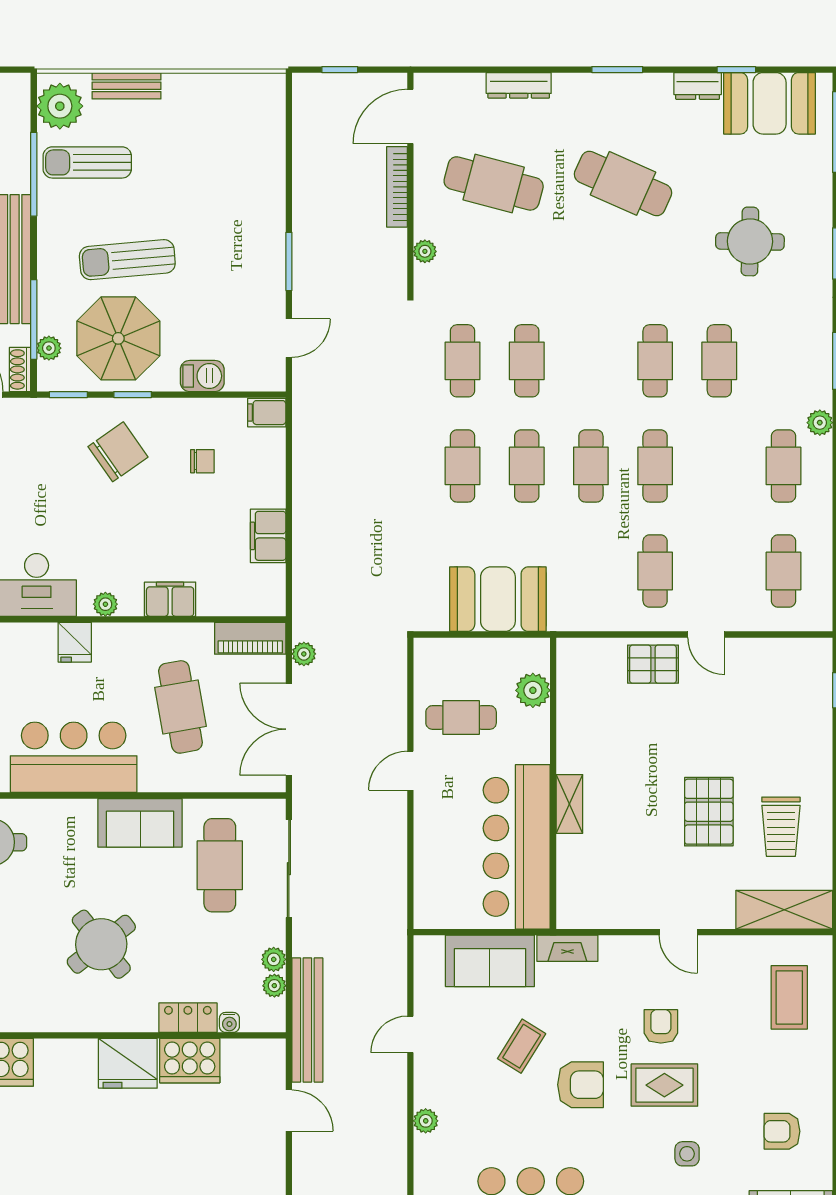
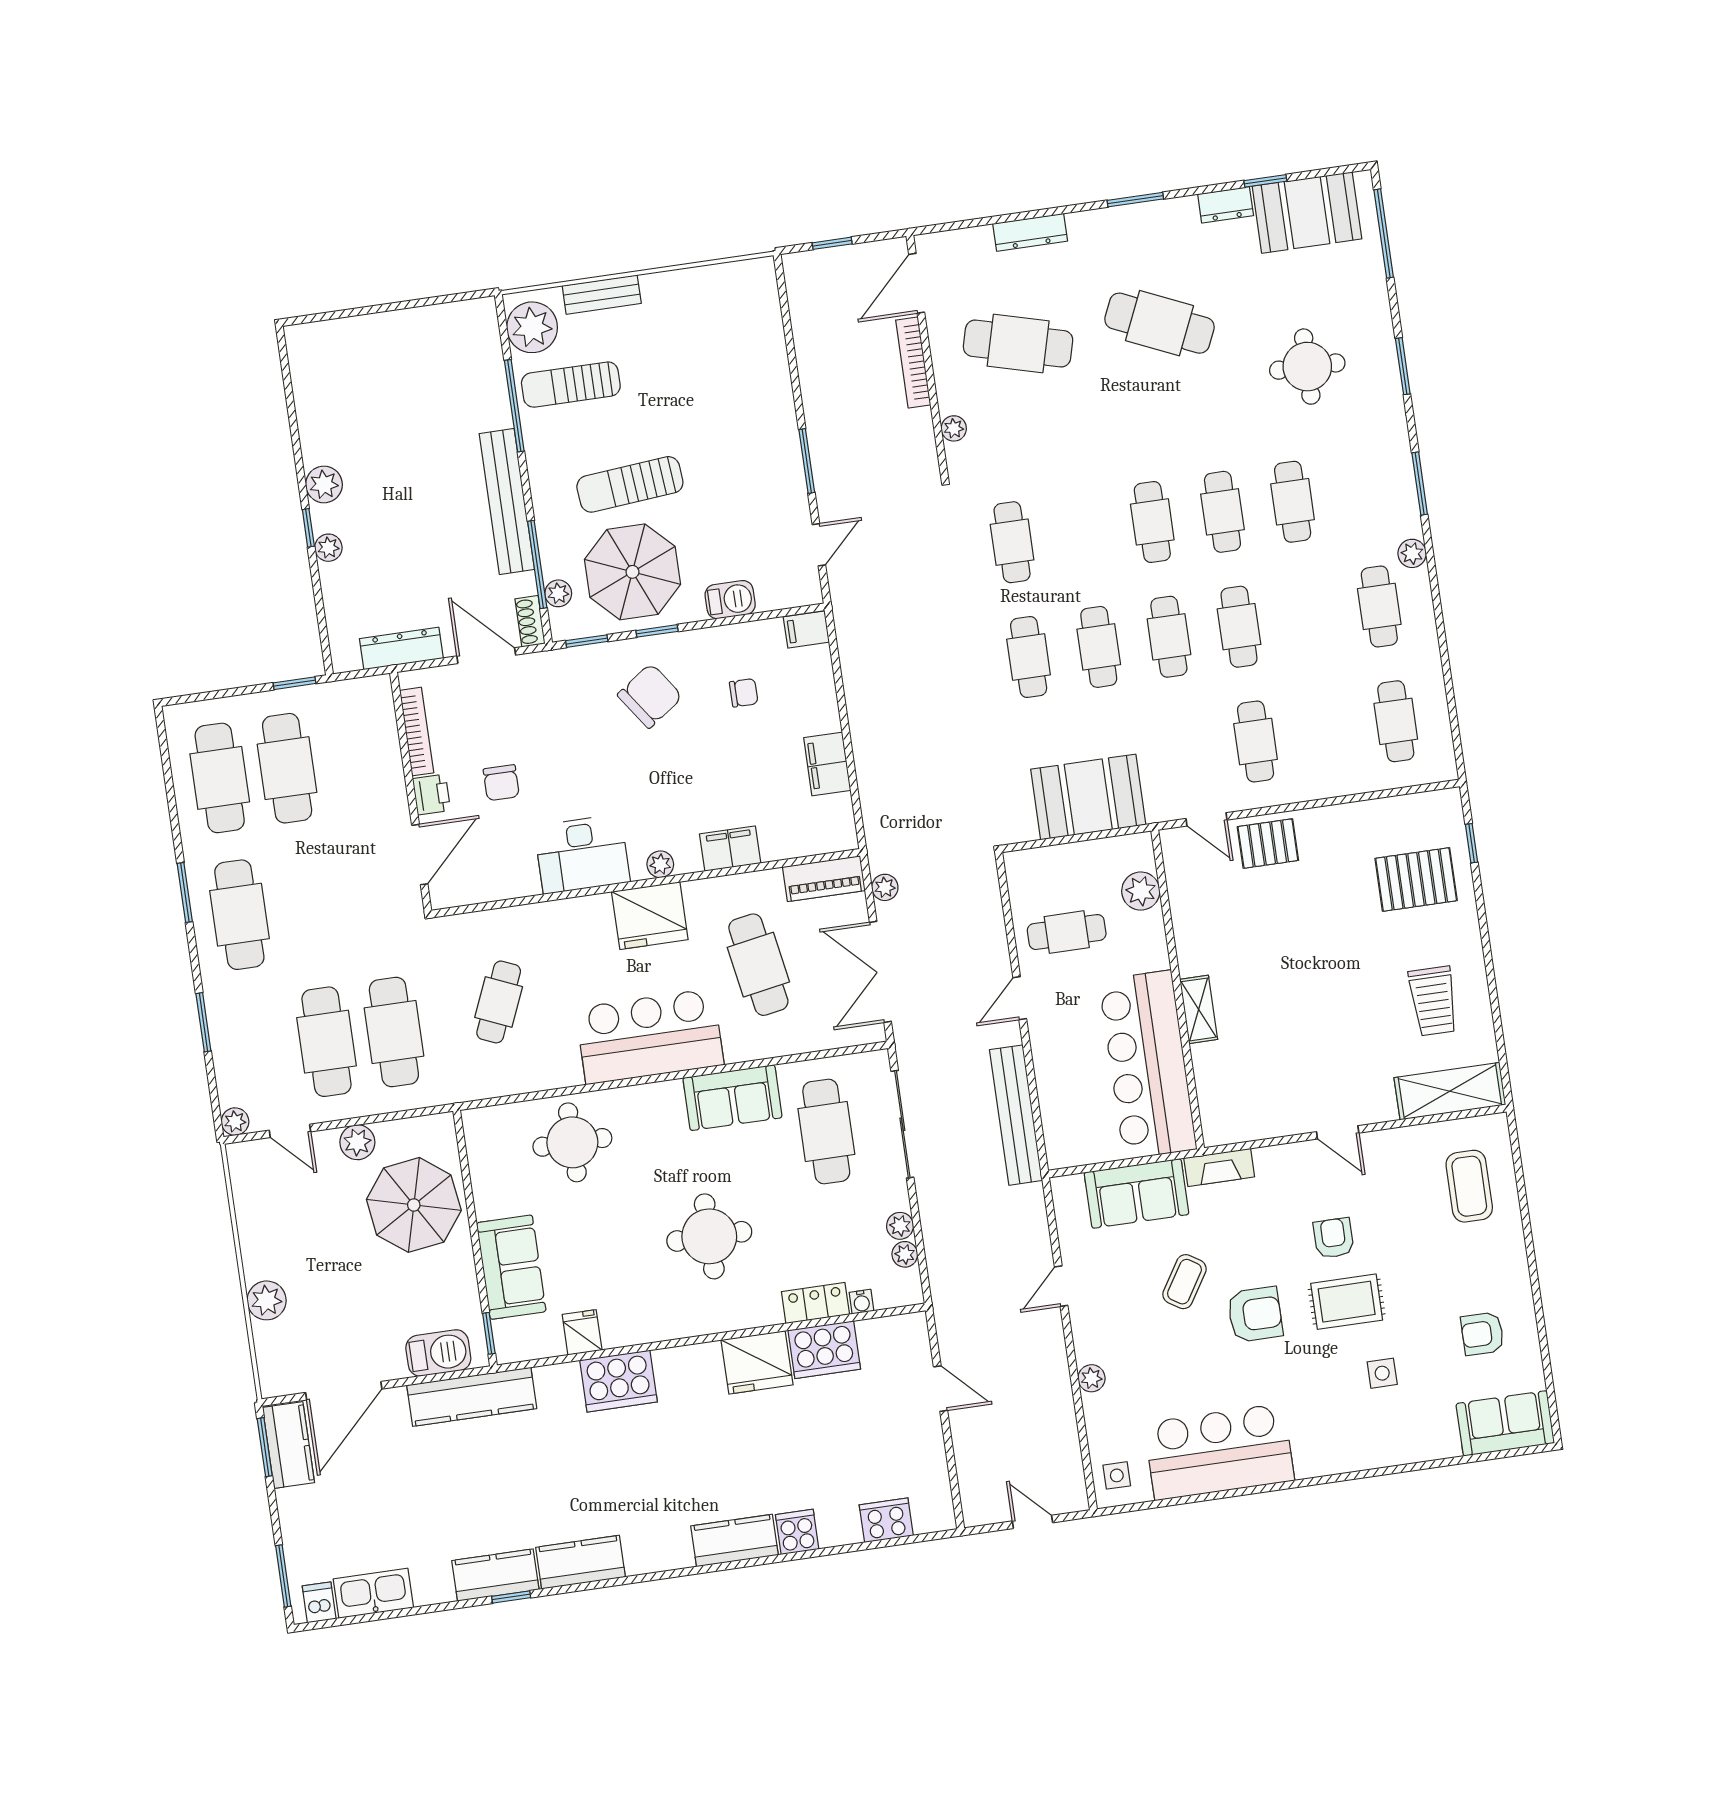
cafe table: (527, 361) -> (1152, 522), moved
door: (706, 635) -> (1206, 819), moved
fridge: (75, 642) -> (650, 916), width x1.88, depth x1.34
pallet: (709, 812) -> (1416, 879), moved, turned 90
round table: (101, 944) -> (709, 1236), turned 38
bench: (307, 1020) -> (1016, 1115), moved

